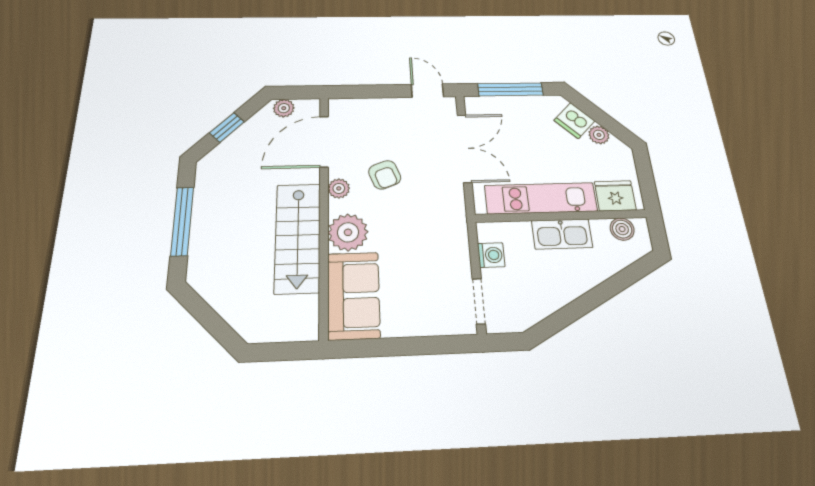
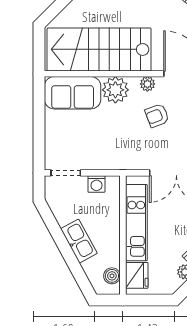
kitchen sink: (562, 234) -> (79, 241), moved, turned 152
stairs: (298, 237) -> (99, 49), width x1.36, depth x1.51

